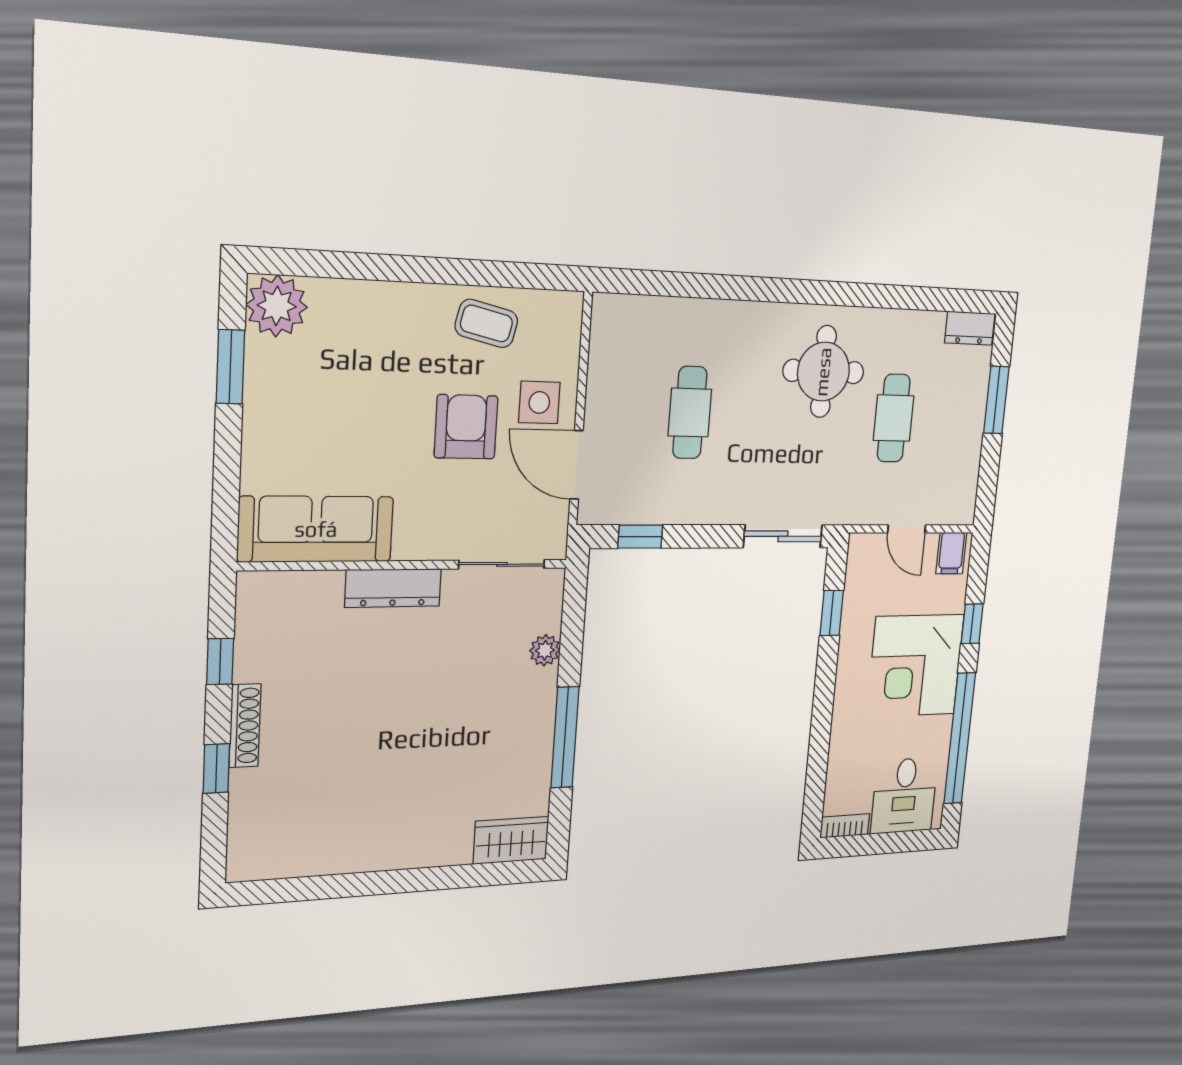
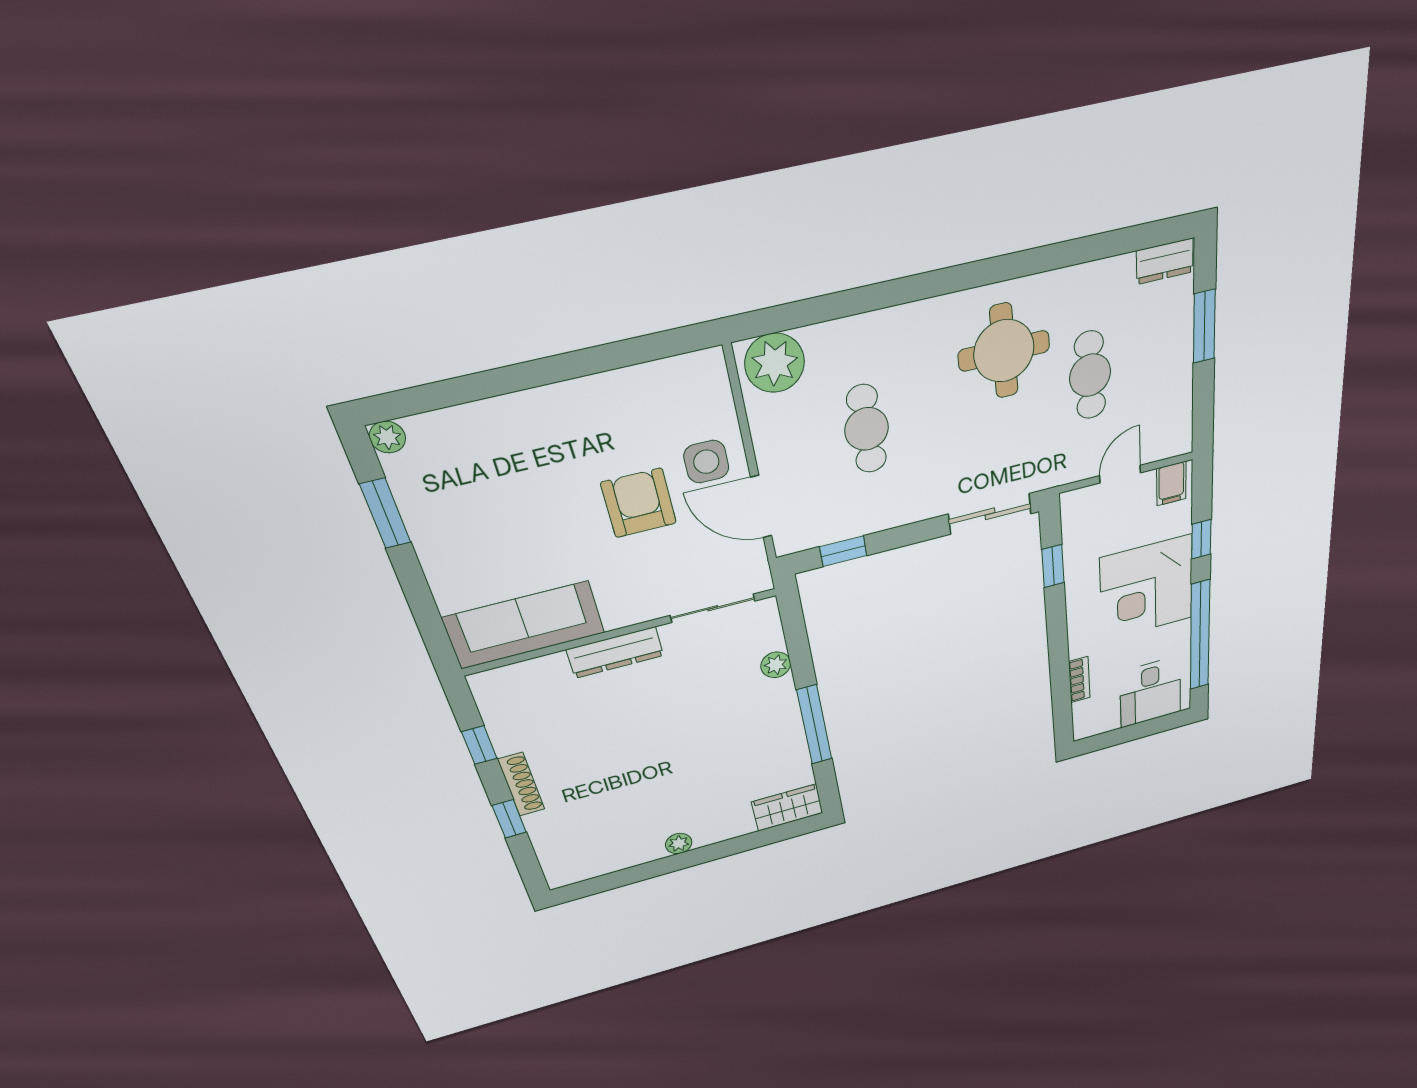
plant: (277, 306) -> (387, 437), width x0.53, depth x0.53
coffee table: (486, 323) -> (628, 404), removed
plant: (625, 323) -> (775, 363), added
door: (907, 529) -> (1120, 474), swing flipped
bookcase: (845, 826) -> (1079, 680), moved, turned 90
plant: (384, 857) -> (679, 844), added

